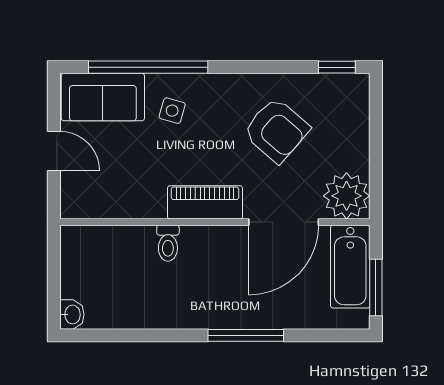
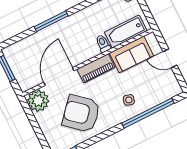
sofa: (103, 97) -> (131, 54), moved, turned 180
armchair: (276, 130) -> (81, 113), width x1.36, depth x1.36
bathtub: (350, 267) -> (126, 31), moved, turned -90

